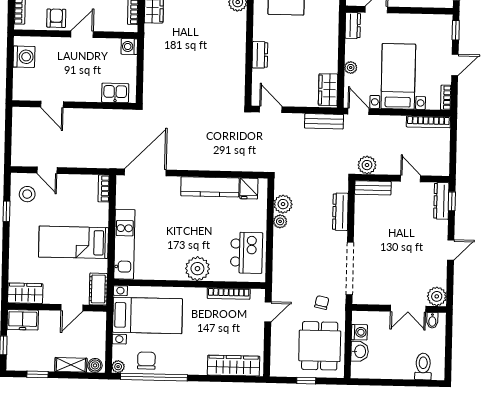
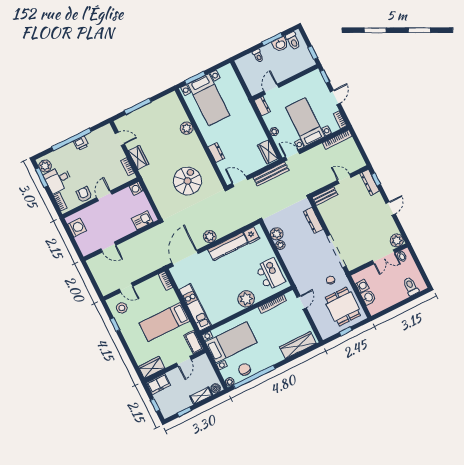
spiral stairs: (202, 72) -> (187, 181), added
bench: (324, 121) -> (271, 174), width x1.36
plant: (367, 165) -> (210, 237), moved

